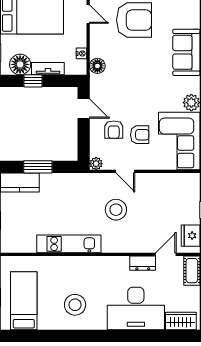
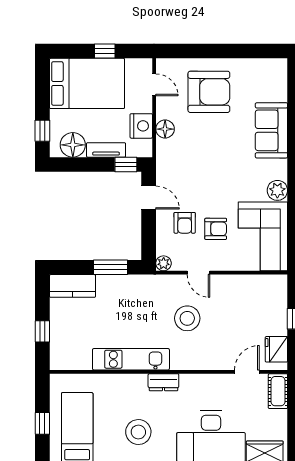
nightstand: (82, 53) -> (141, 126), width x1.89, depth x1.79
floor lamp: (97, 66) -> (165, 129), moved
window: (33, 81) -> (126, 165), moved
window: (38, 167) -> (111, 267), moved
dresser: (143, 263) -> (163, 382), moved

